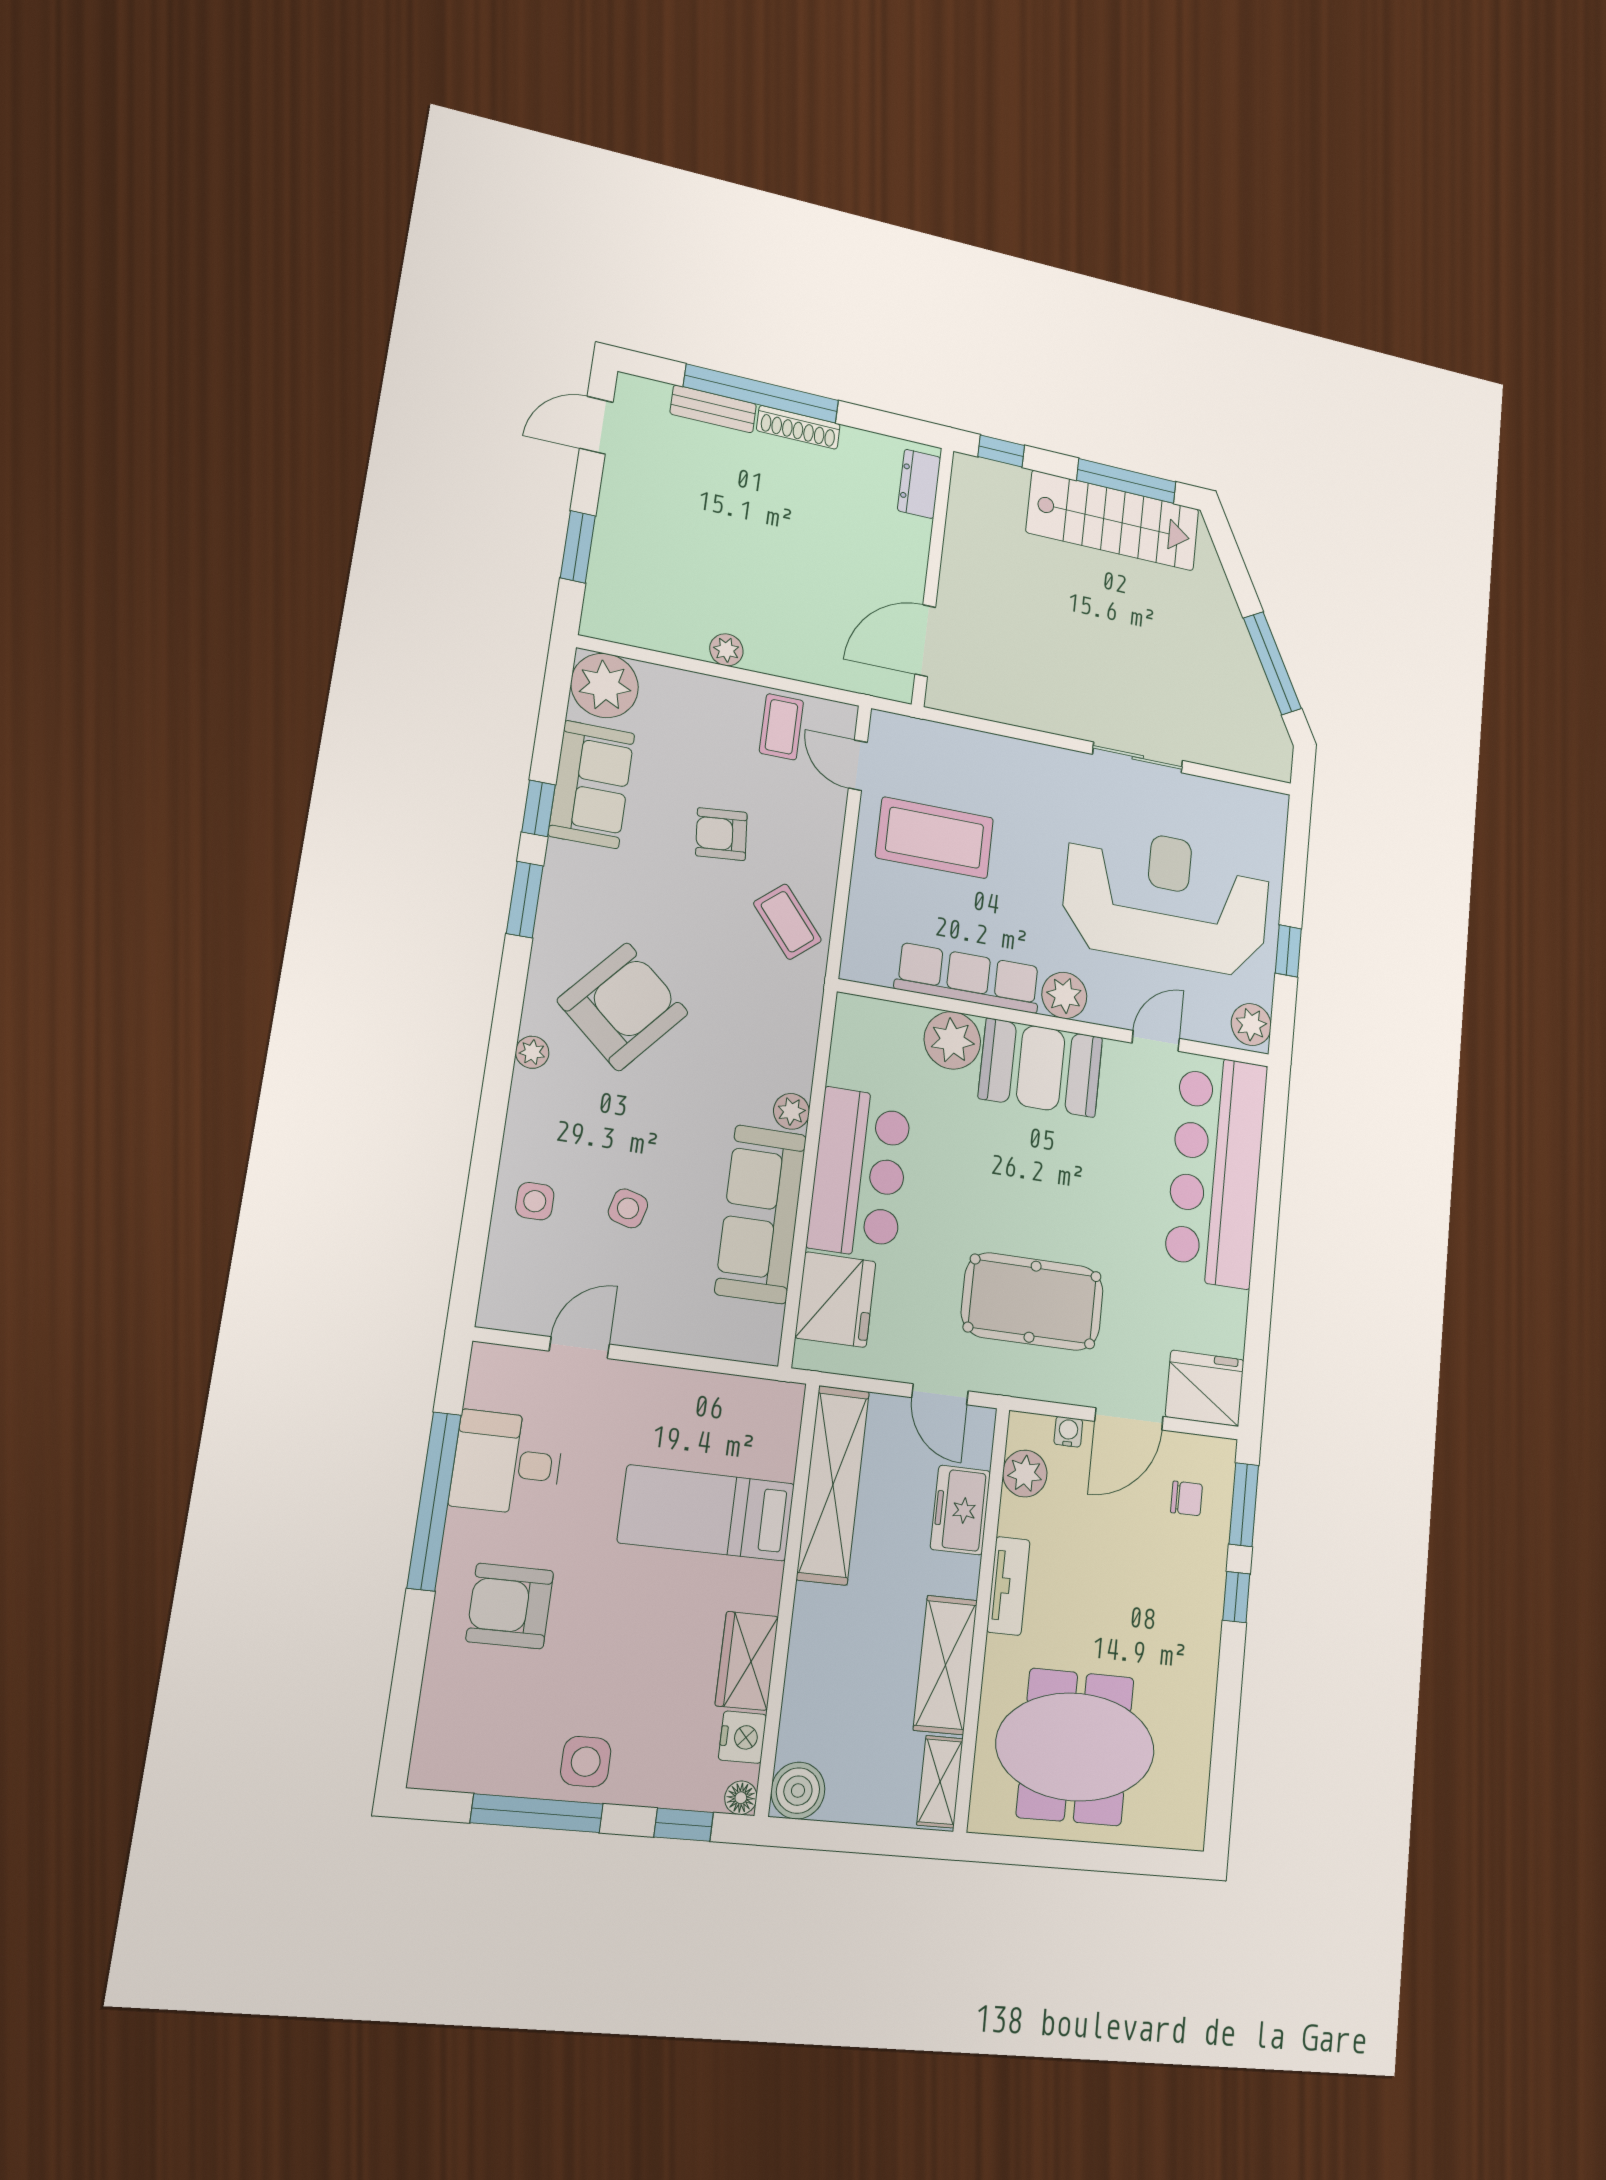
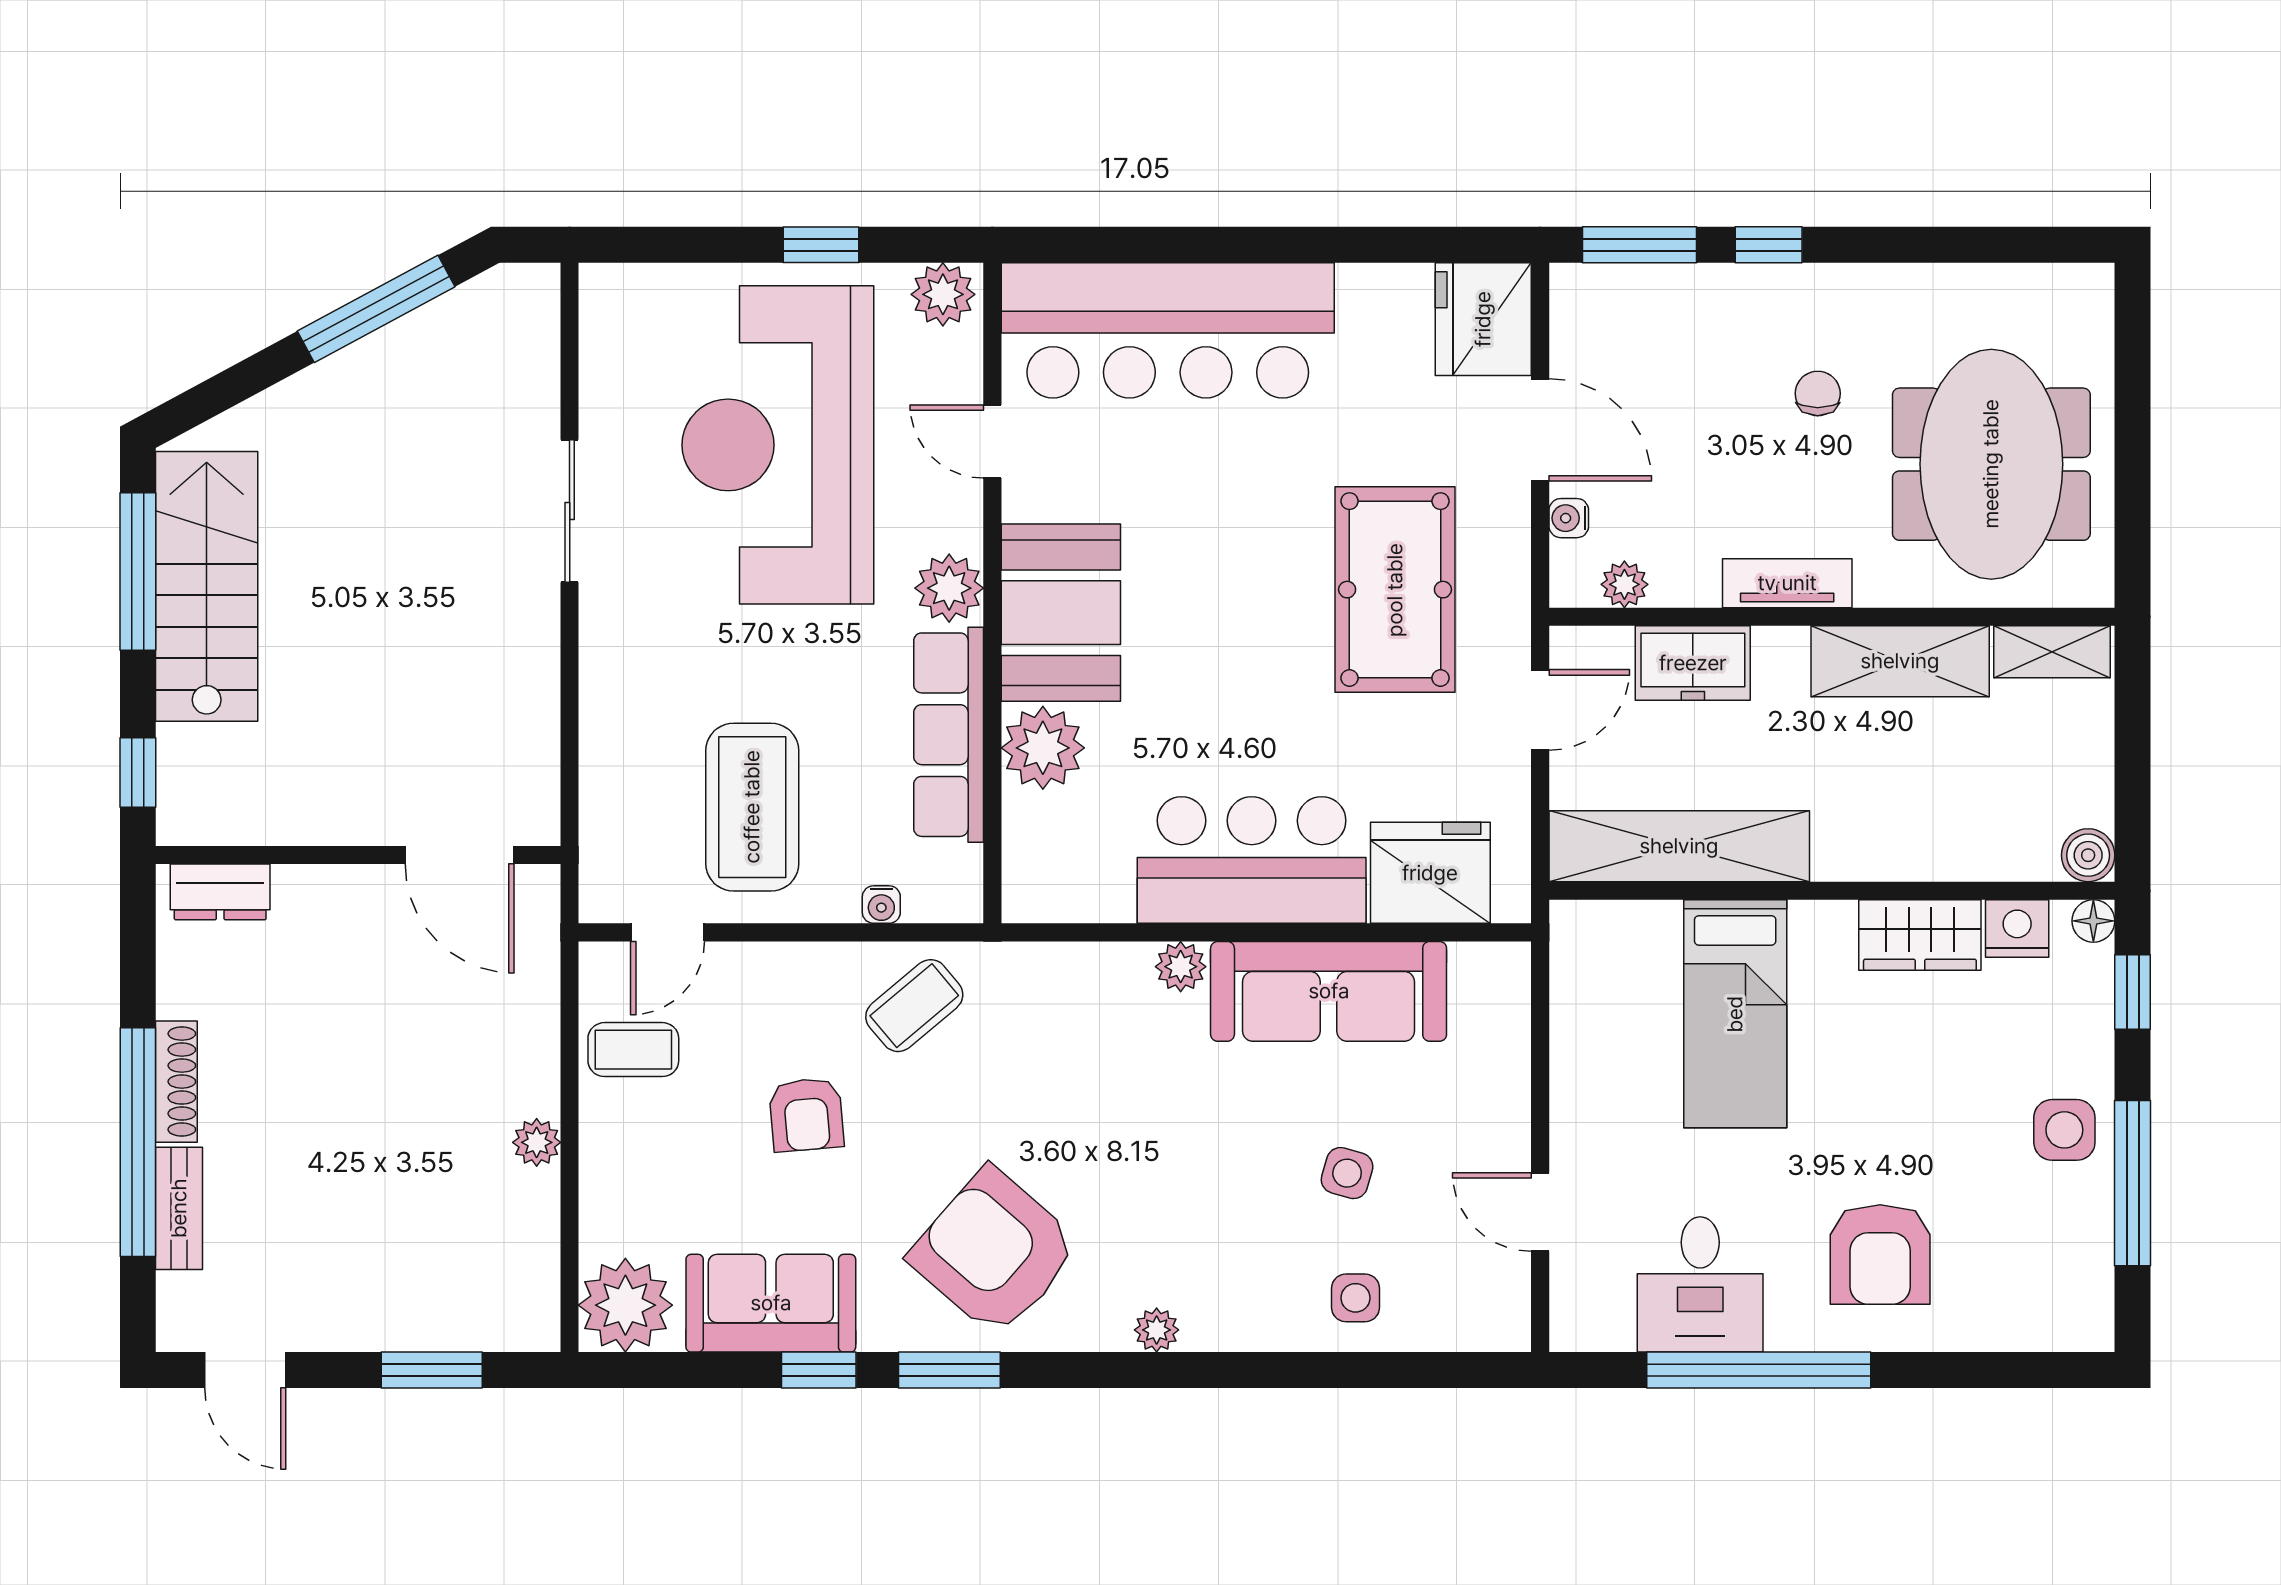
water cooler: (859, 912) -> (881, 905), added
armchair: (623, 1007) -> (994, 1252), moved
plant: (1025, 1474) -> (1624, 584), width x0.73, depth x0.73
chair: (1187, 1498) -> (1818, 393), moved
boiler: (798, 1791) -> (2088, 855), width x0.73, depth x0.73

